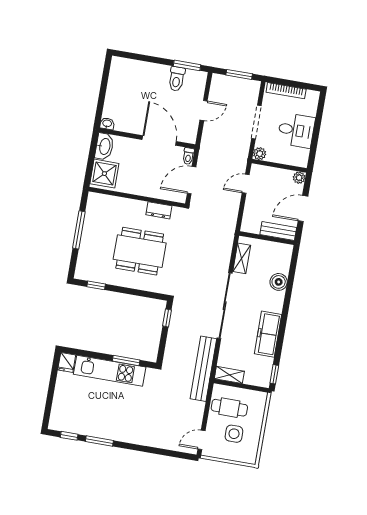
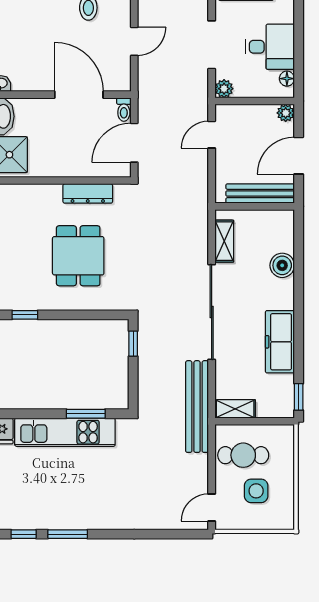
floor lamp: (304, 154) -> (287, 79), added
dresser: (159, 210) -> (88, 193), width x1.44
bench: (278, 231) -> (260, 193), width x1.36
dining table: (140, 251) -> (78, 256), width x0.73

